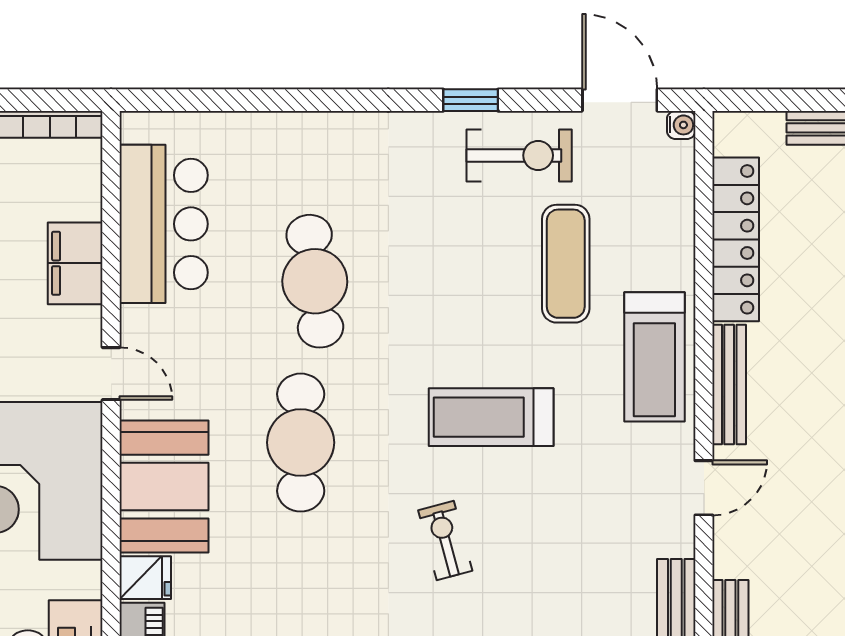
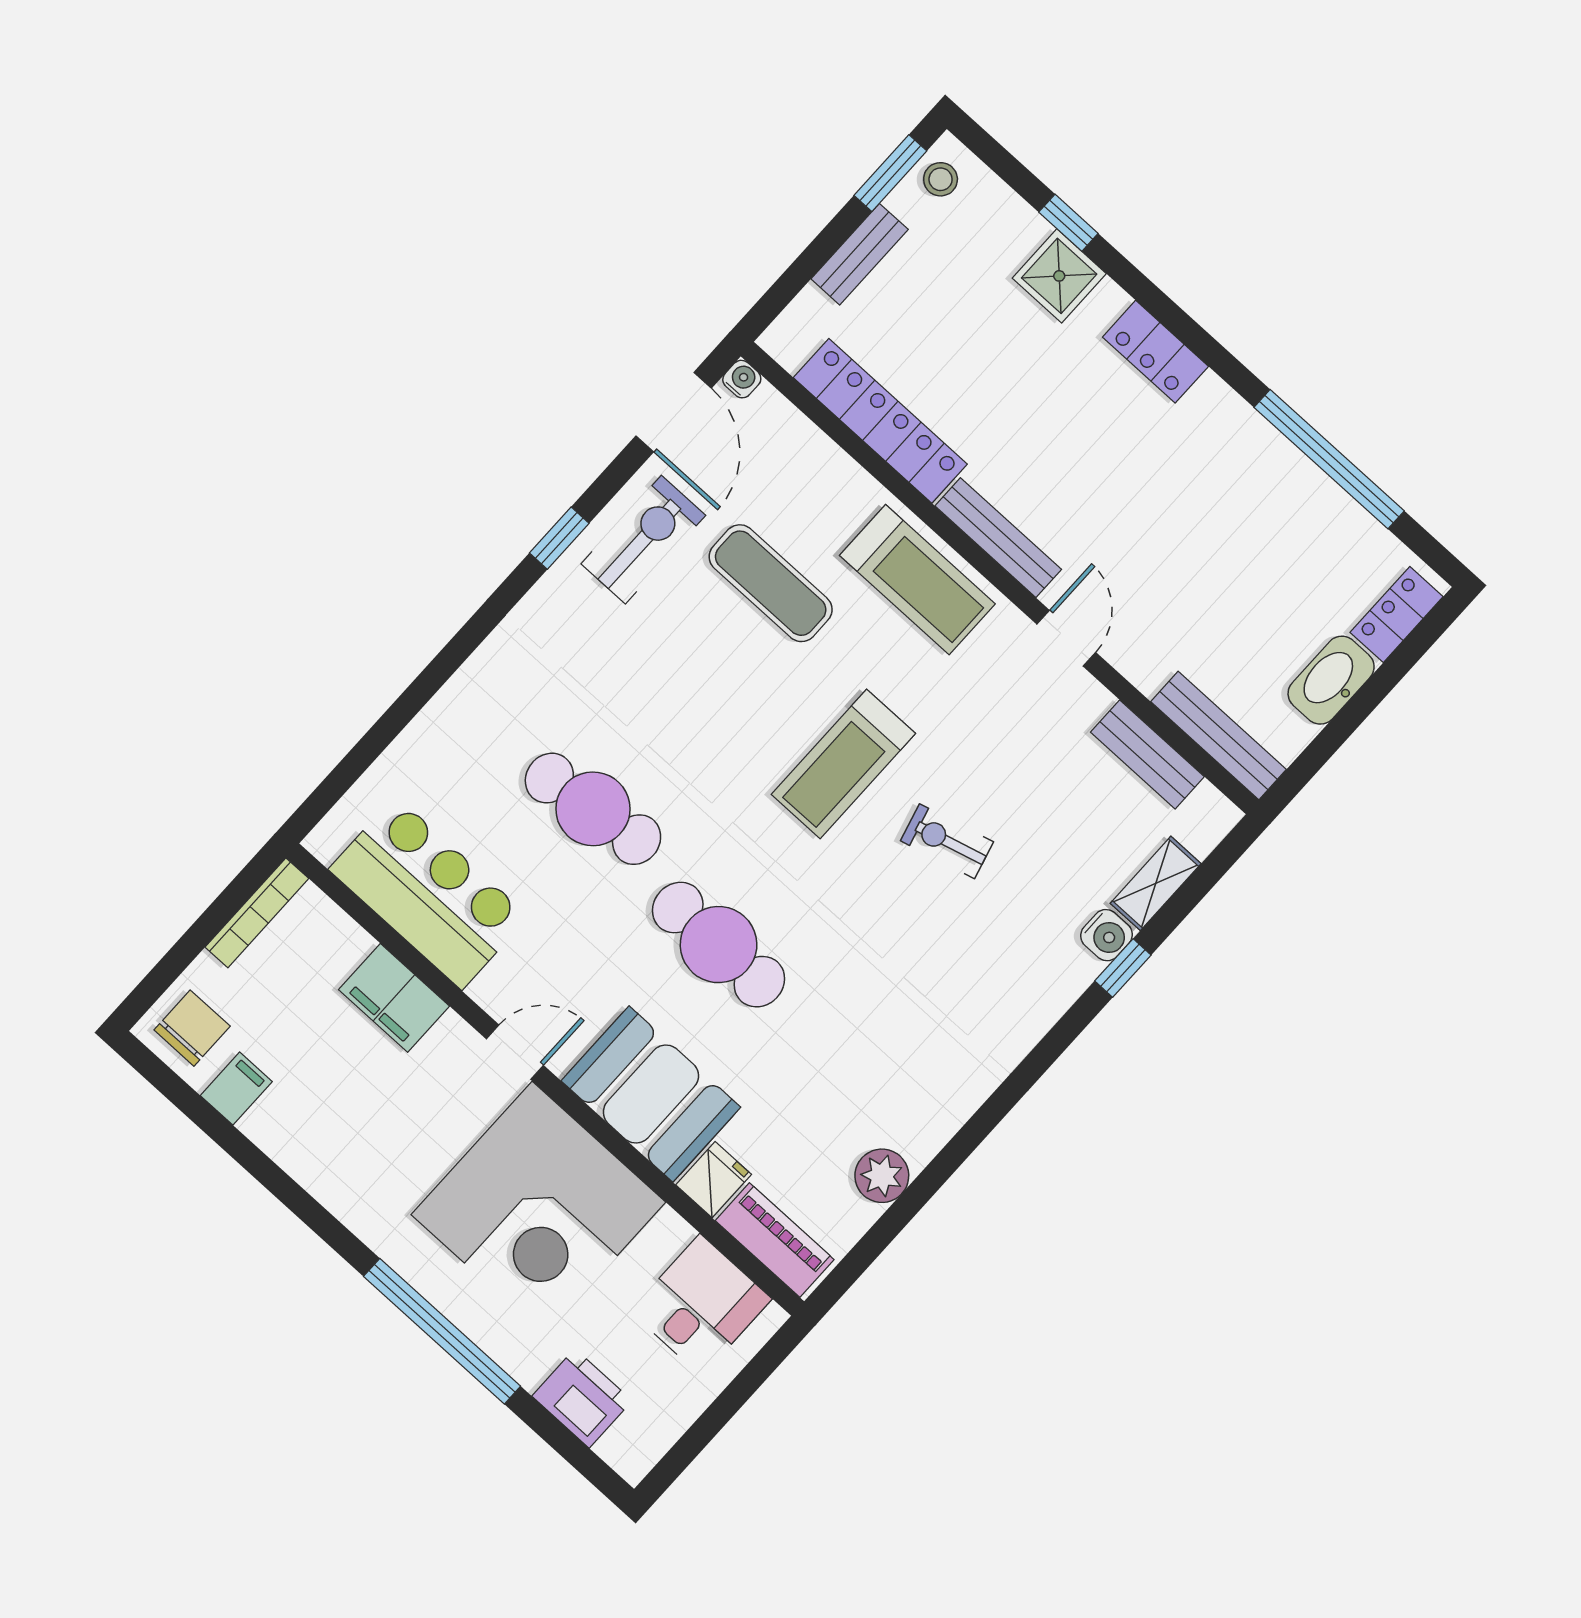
door: (620, 100) -> (674, 412), swing flipped
exercise bike: (445, 540) -> (947, 841), moved

